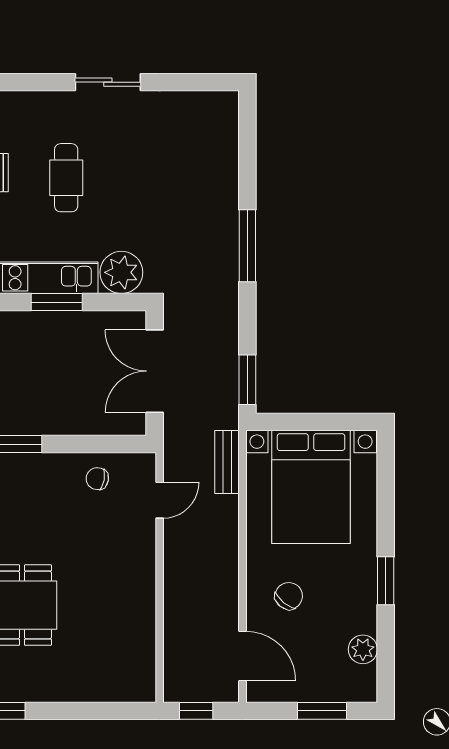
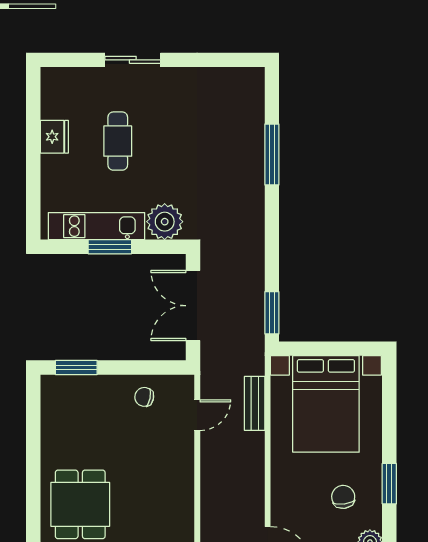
sliding door: (108, 82) -> (133, 60), moved
window: (247, 246) -> (272, 154), moved
bench: (227, 462) -> (255, 403), moved
chair: (289, 596) -> (343, 497), moved, turned -46

